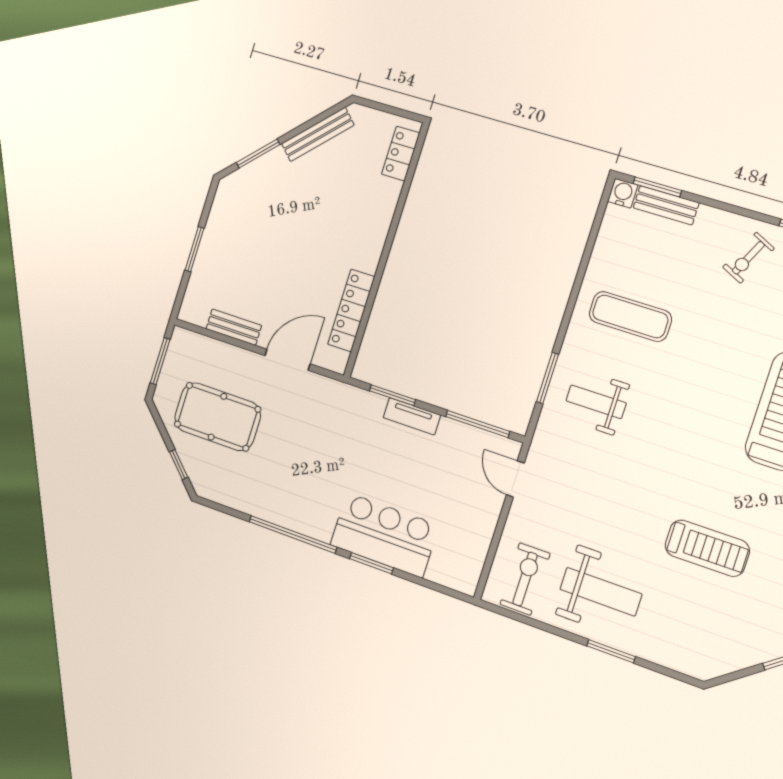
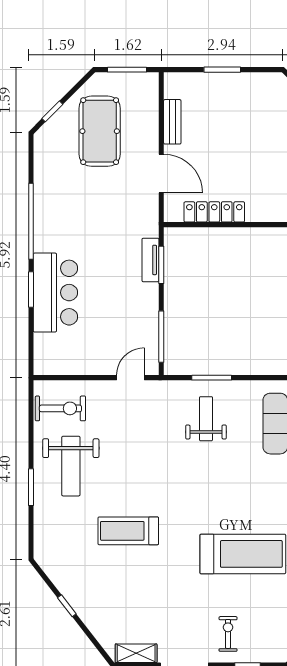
tv unit: (412, 416) -> (150, 260), moved
treadmill: (707, 548) -> (128, 531), turned 90

